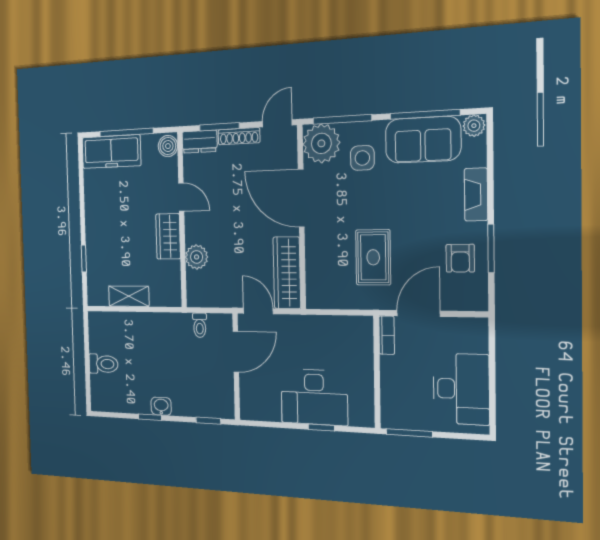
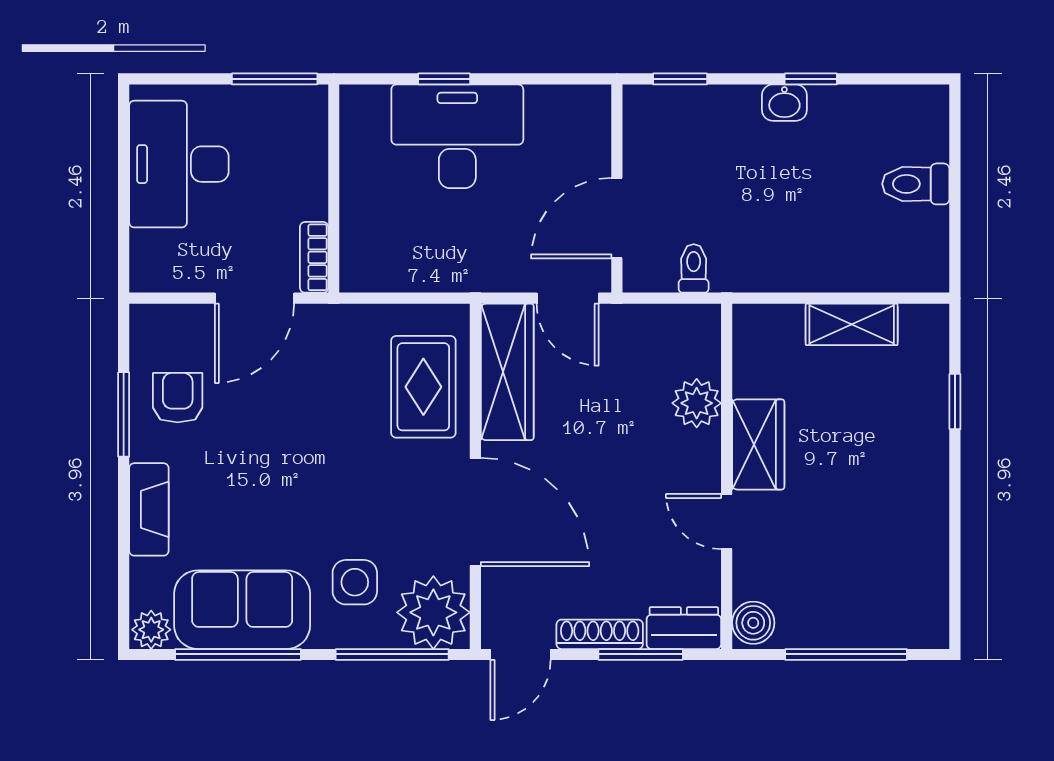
freezer: (111, 152) -> (882, 618), removed
rug: (373, 257) -> (423, 387), moved

